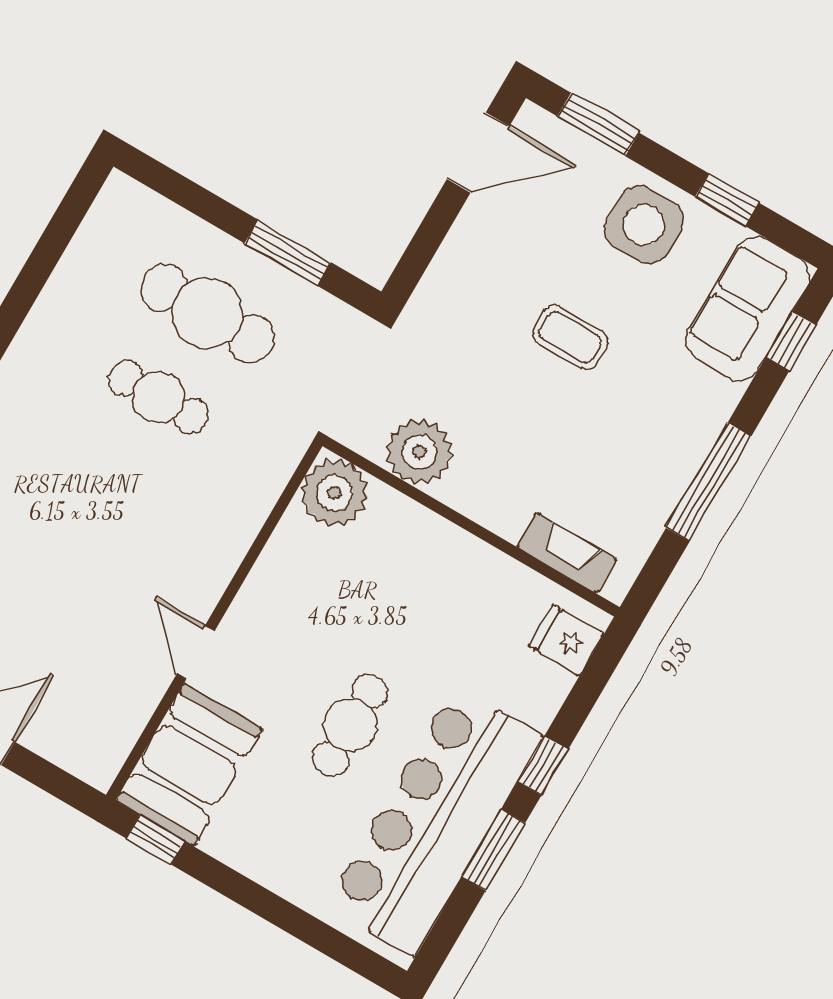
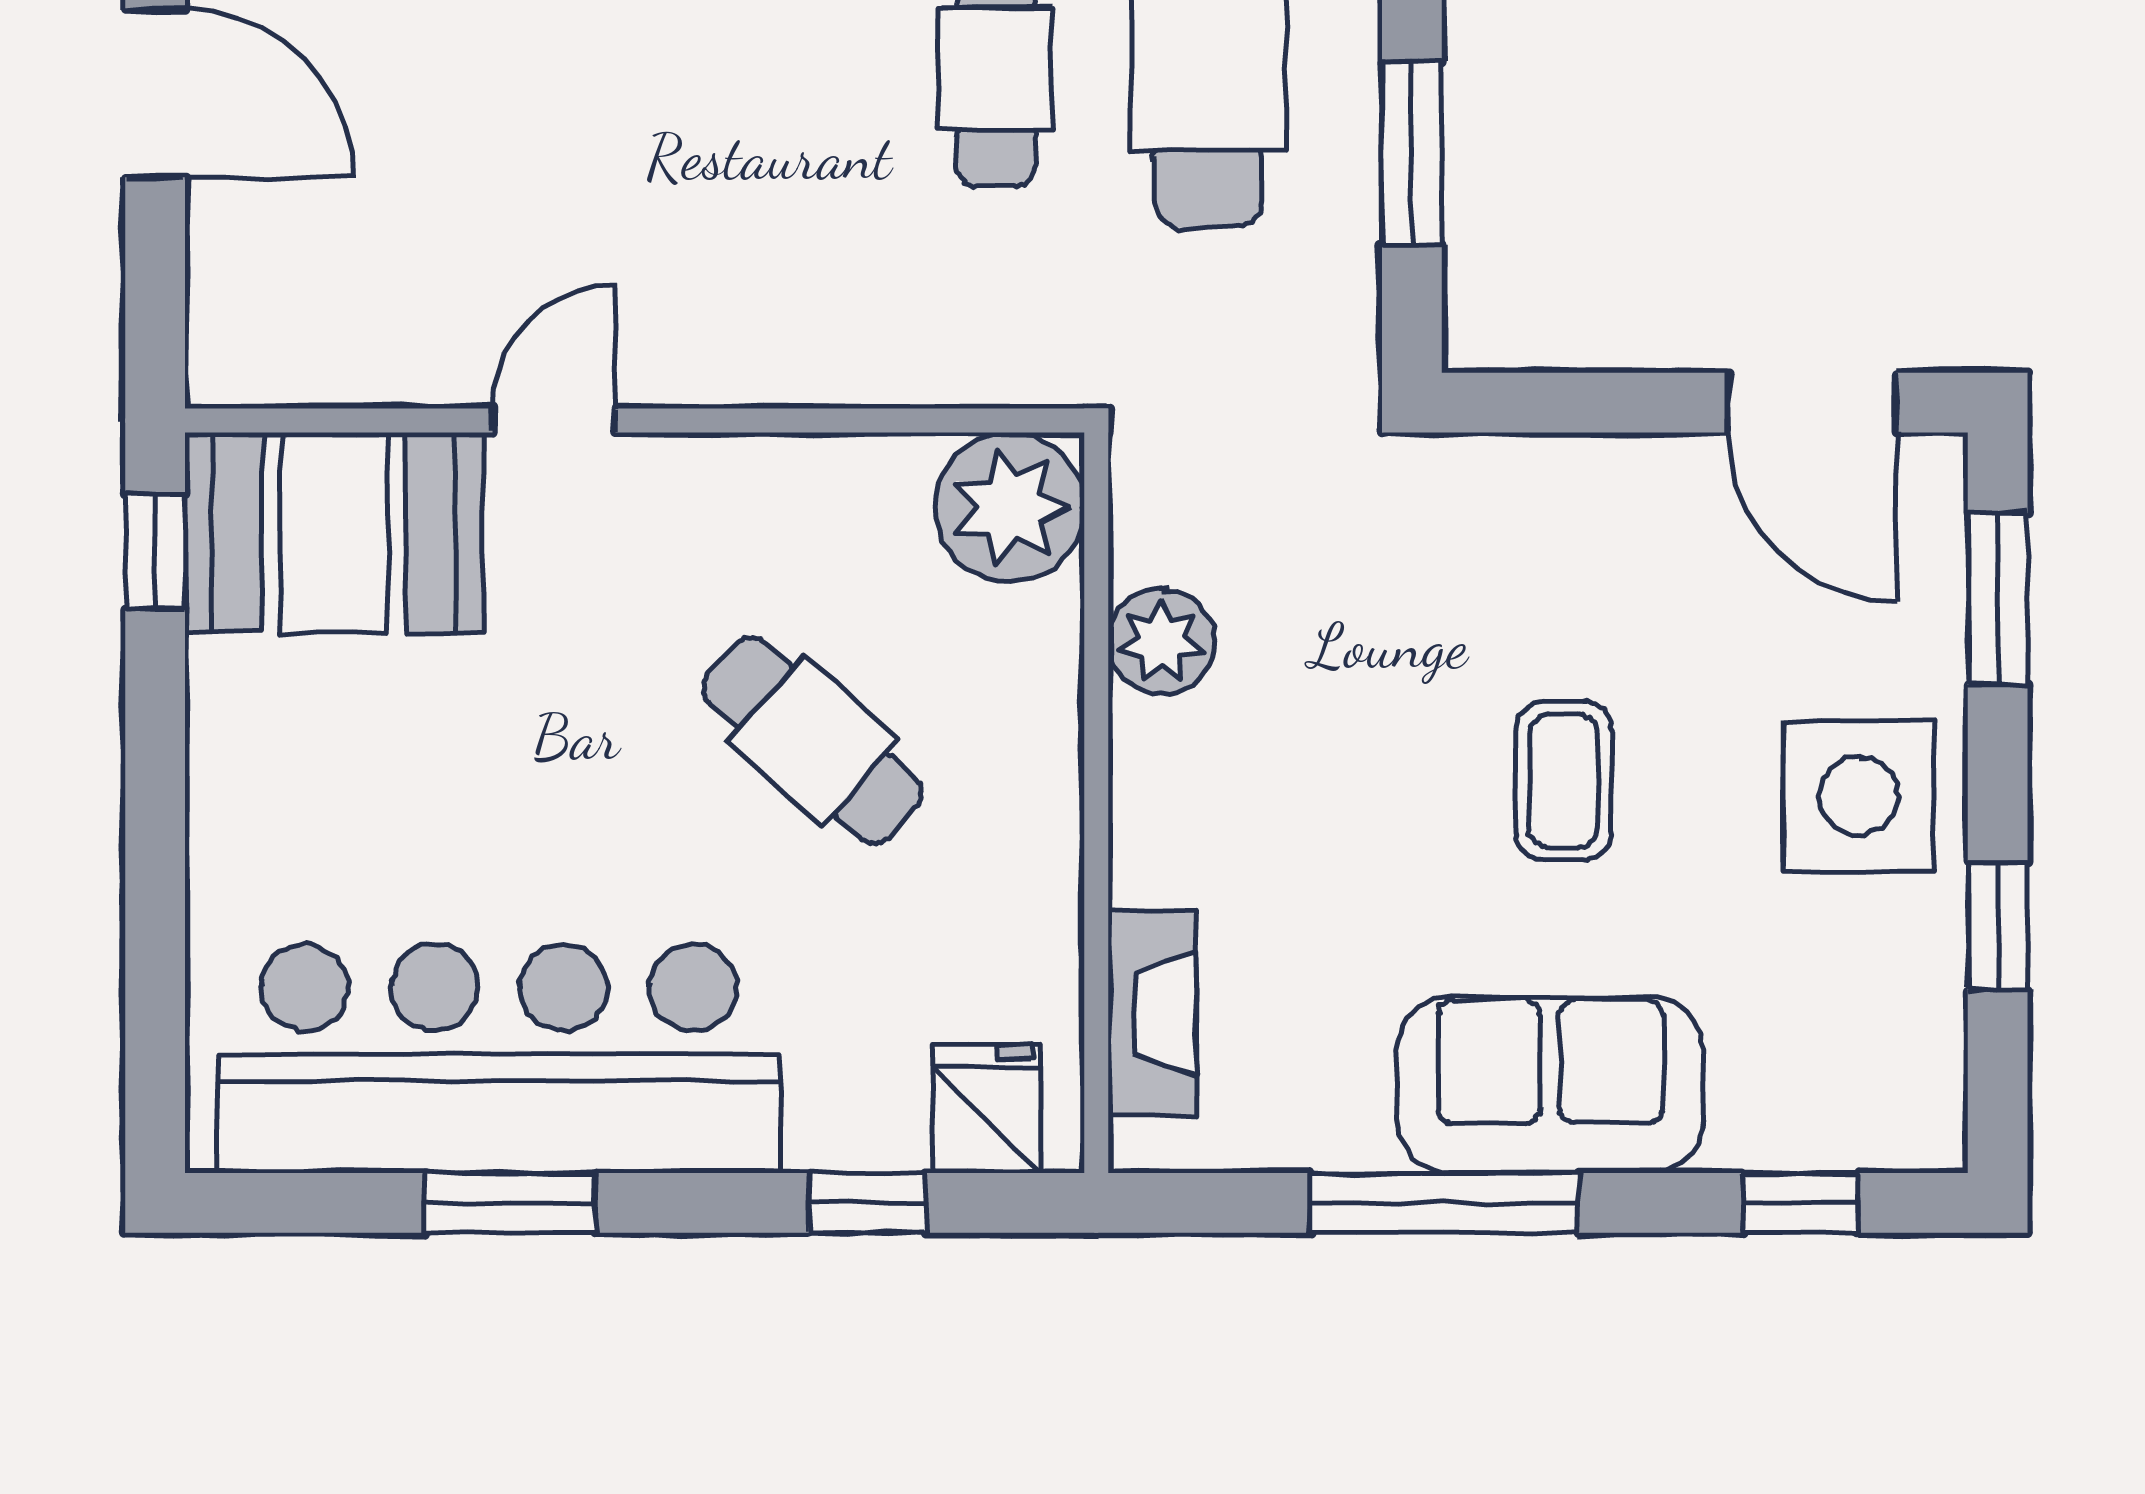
sofa: (748, 308) -> (1550, 1085), moved
plant: (419, 452) -> (1161, 641), width x0.73, depth x0.73
cafe table: (350, 725) -> (812, 740), moved, turned 42
window: (543, 766) -> (867, 1203), moved

